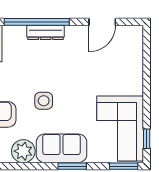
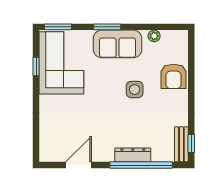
window: (147, 139) -> (36, 66), moved
plant: (23, 151) -> (154, 36), width x0.53, depth x0.53

